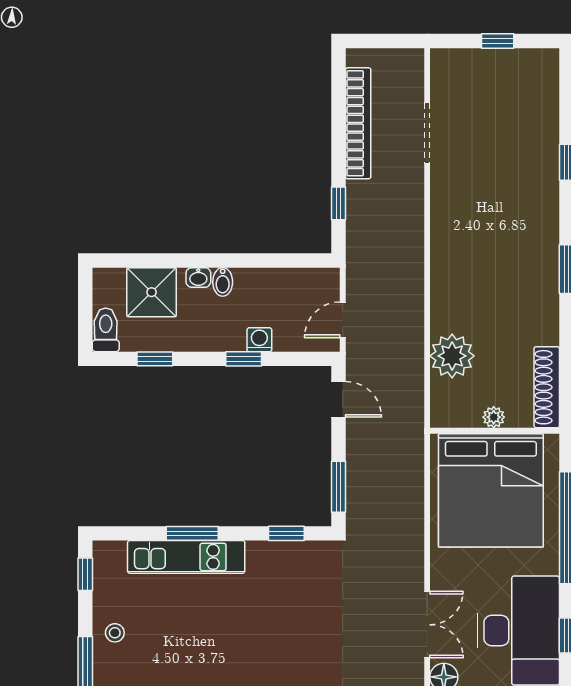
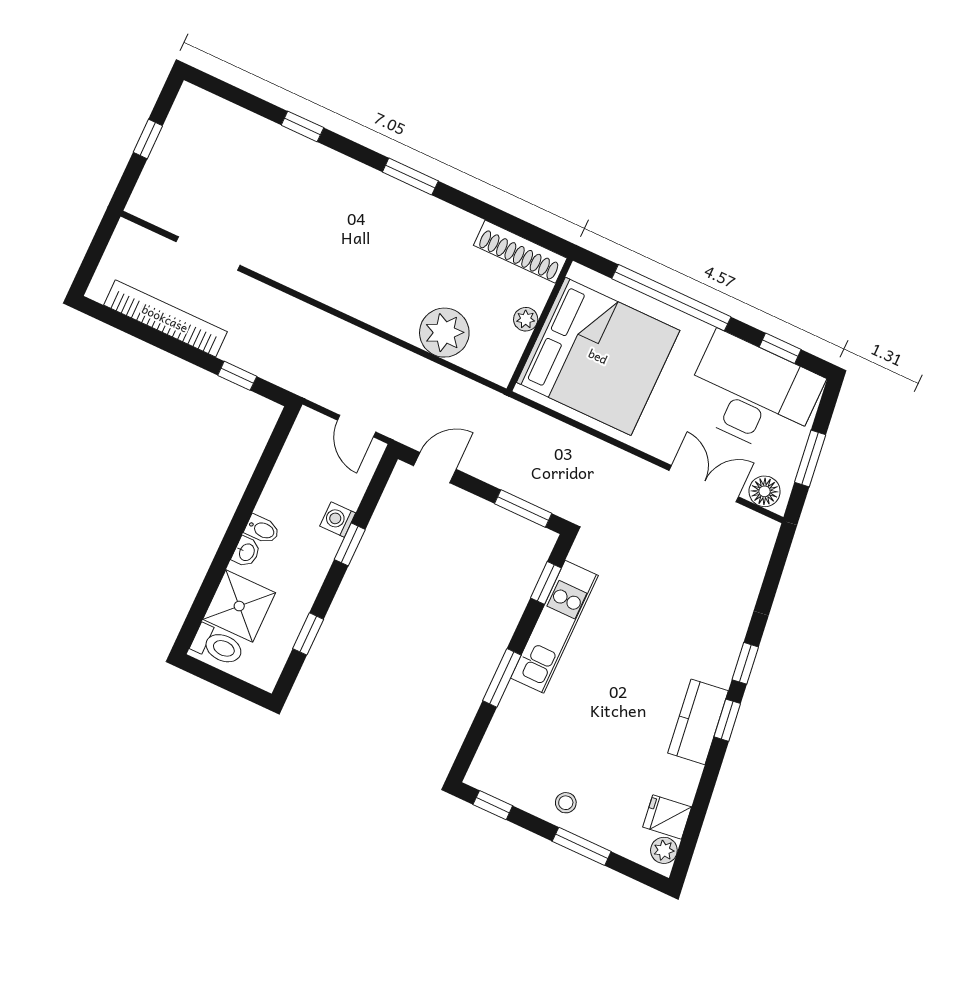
toilet: (106, 330) -> (218, 645), moved, turned 180
kitchen unit: (186, 557) -> (554, 627), moved

